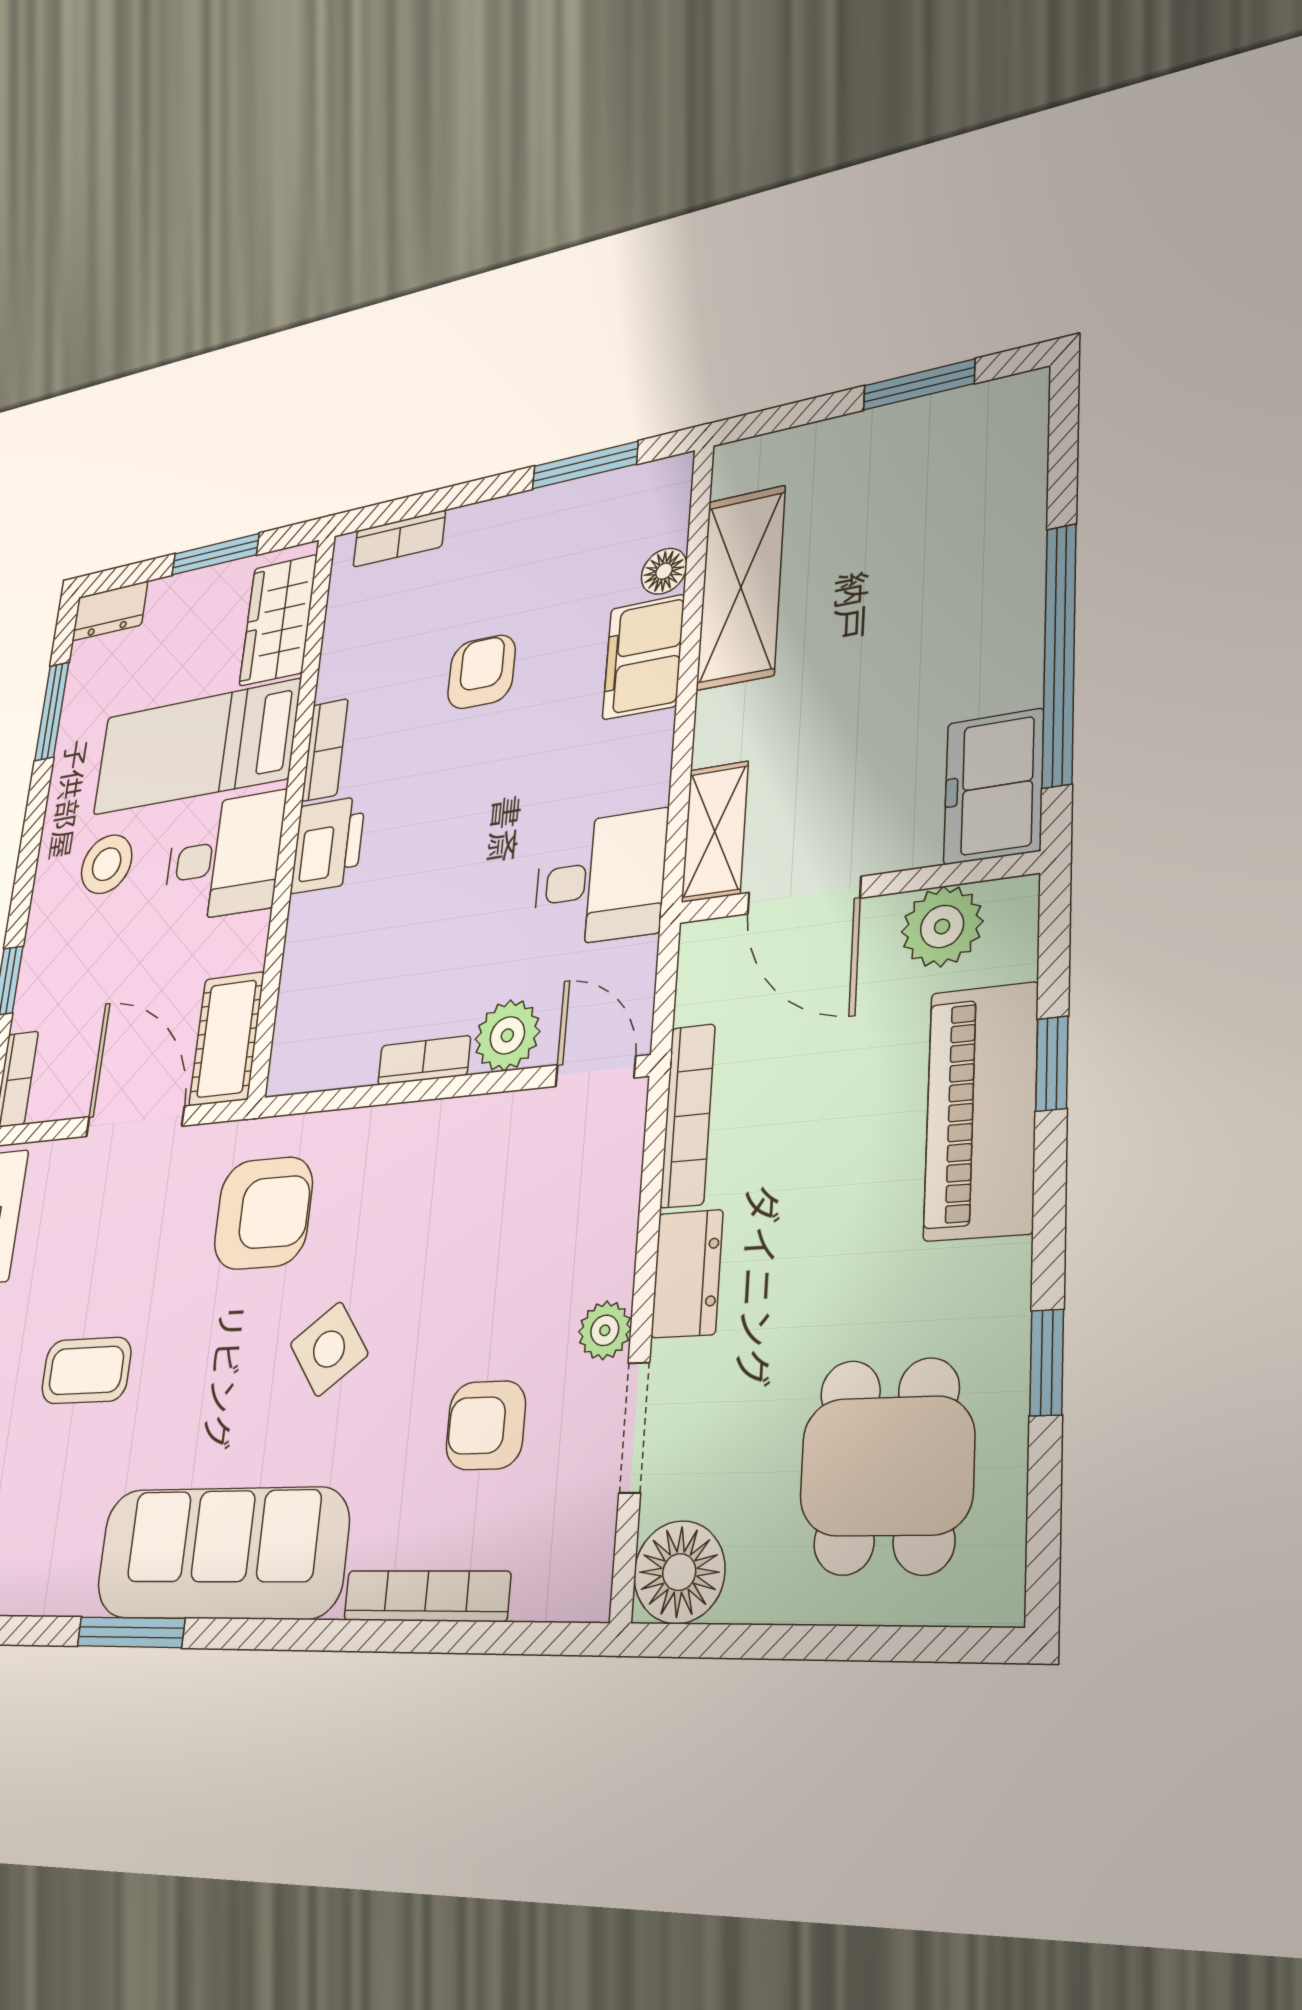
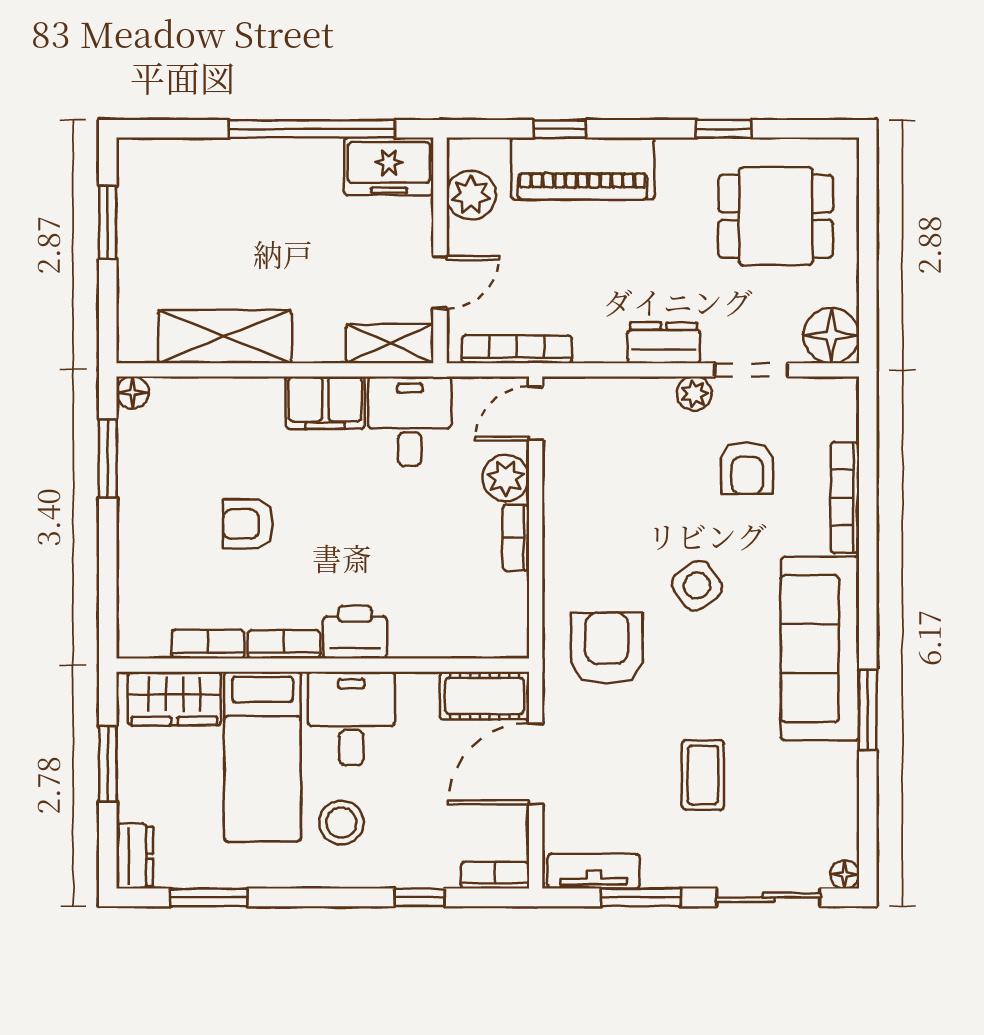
bookcase: (399, 539) -> (208, 644), moved, turned -90
floor lamp: (664, 571) -> (133, 393), moved
filing cabinet: (643, 657) -> (325, 403), moved
door: (804, 895) -> (440, 282), width x0.73
bookcase: (688, 1115) -> (517, 349), moved

